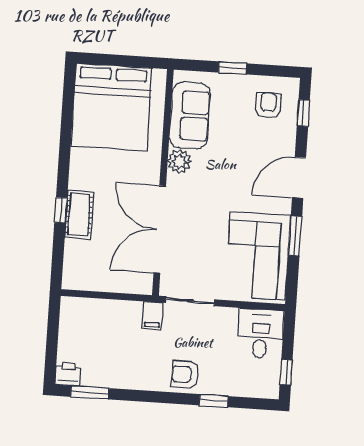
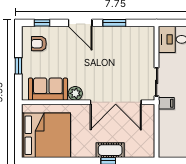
corner sofa: (258, 256) -> (127, 44), removed

